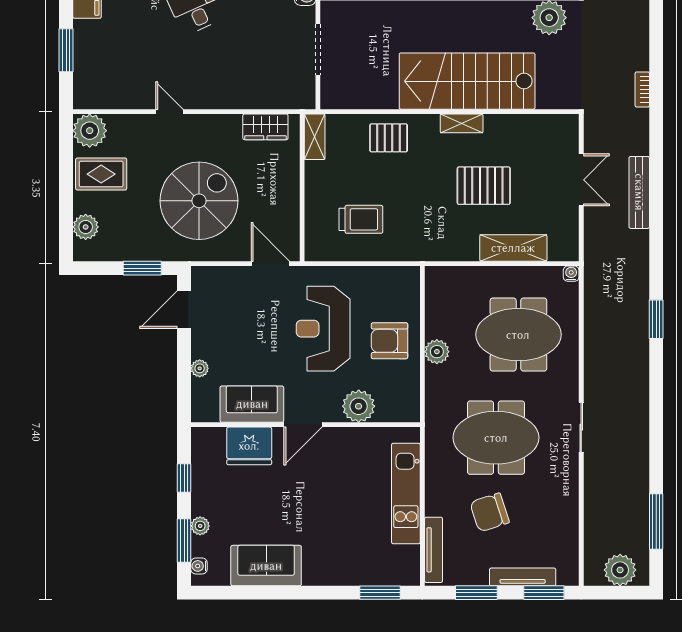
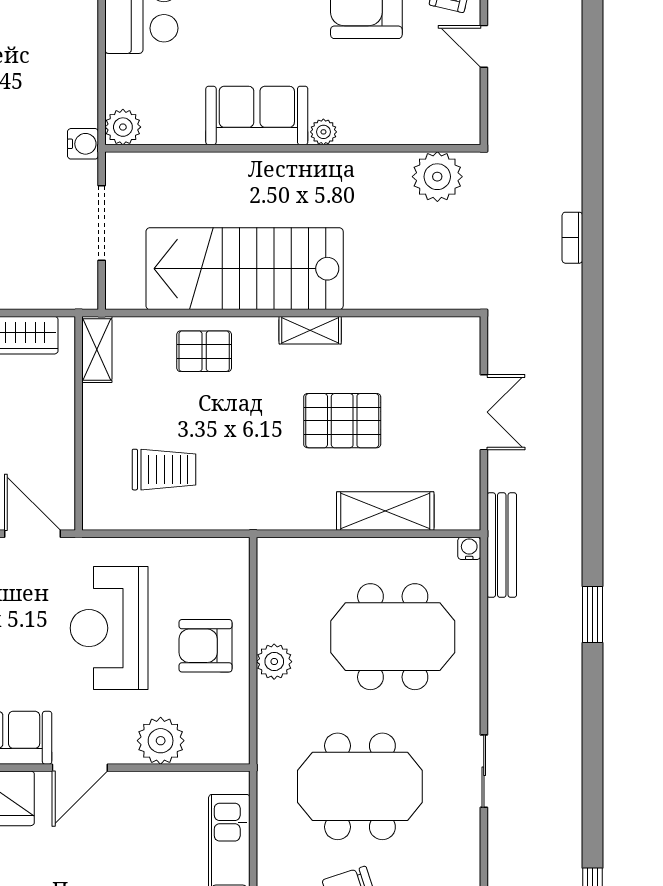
stairs: (467, 81) -> (245, 269), moved
bookcase: (642, 89) -> (572, 238), moved
bench: (639, 192) -> (502, 545), moved

